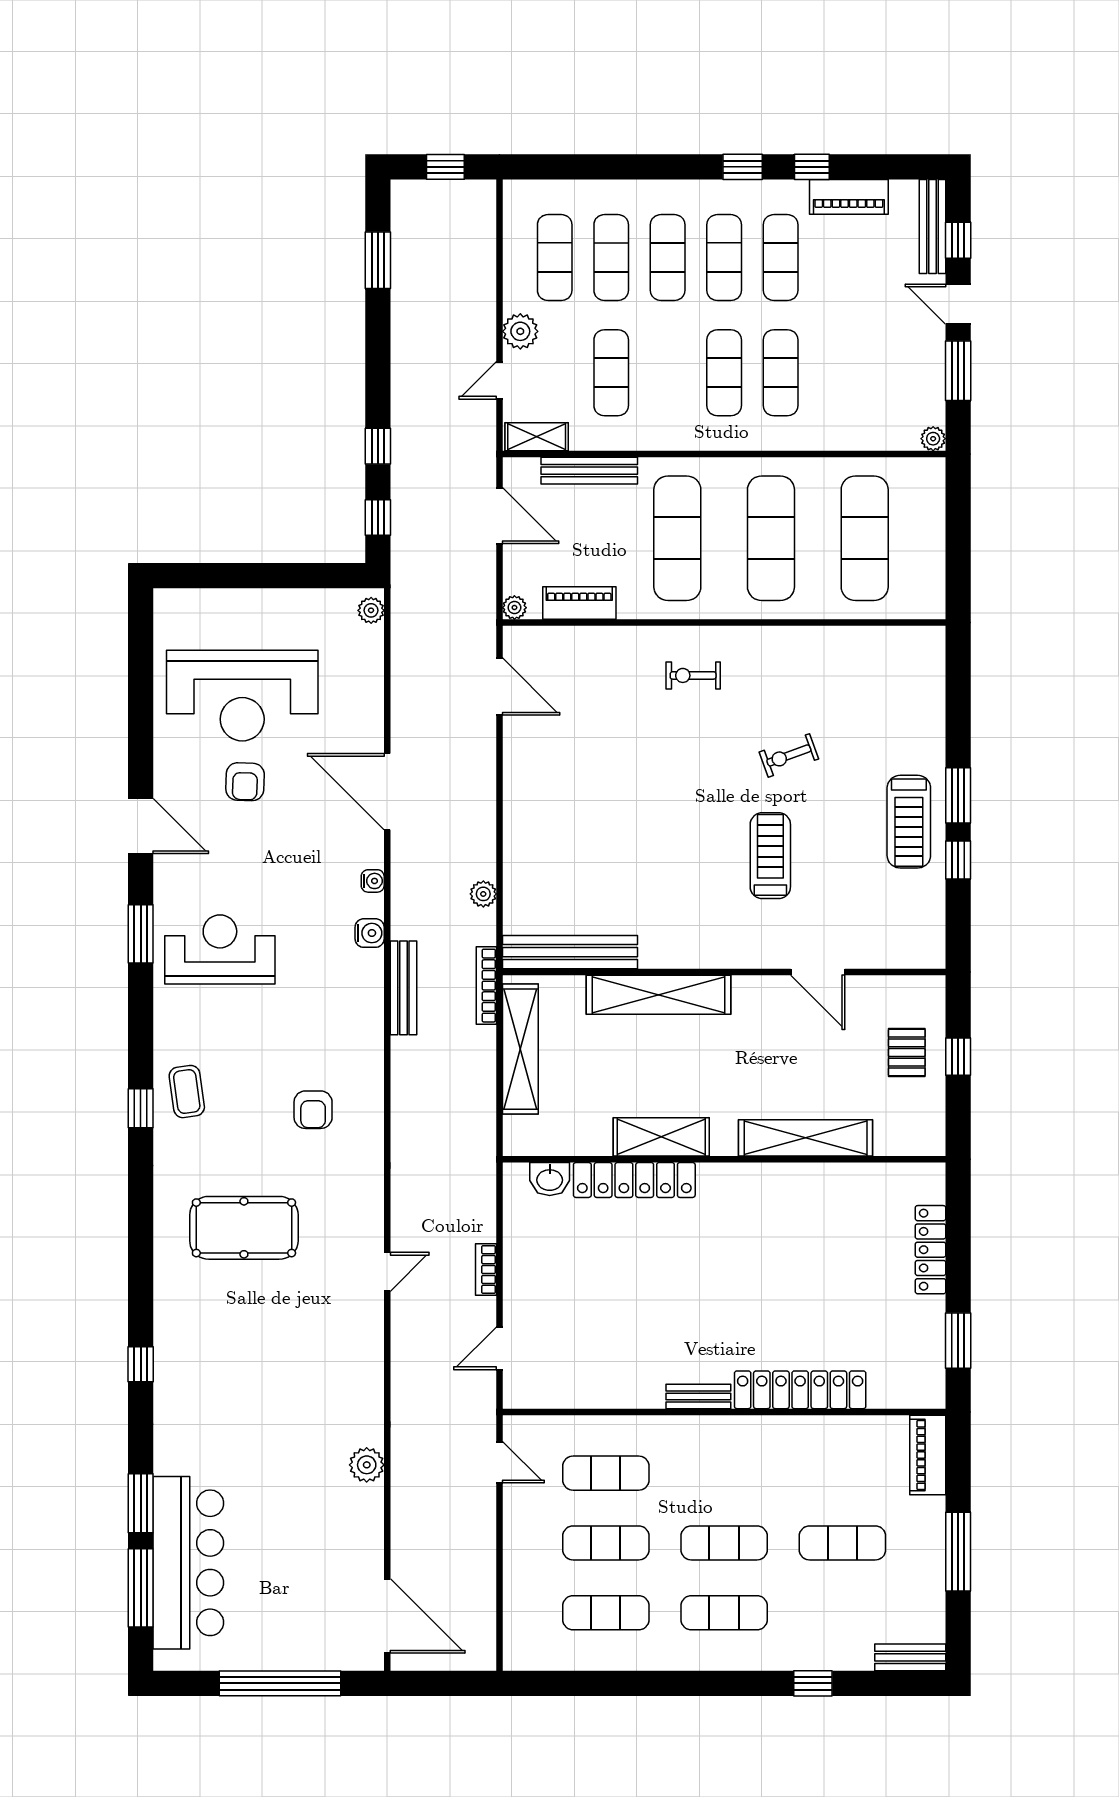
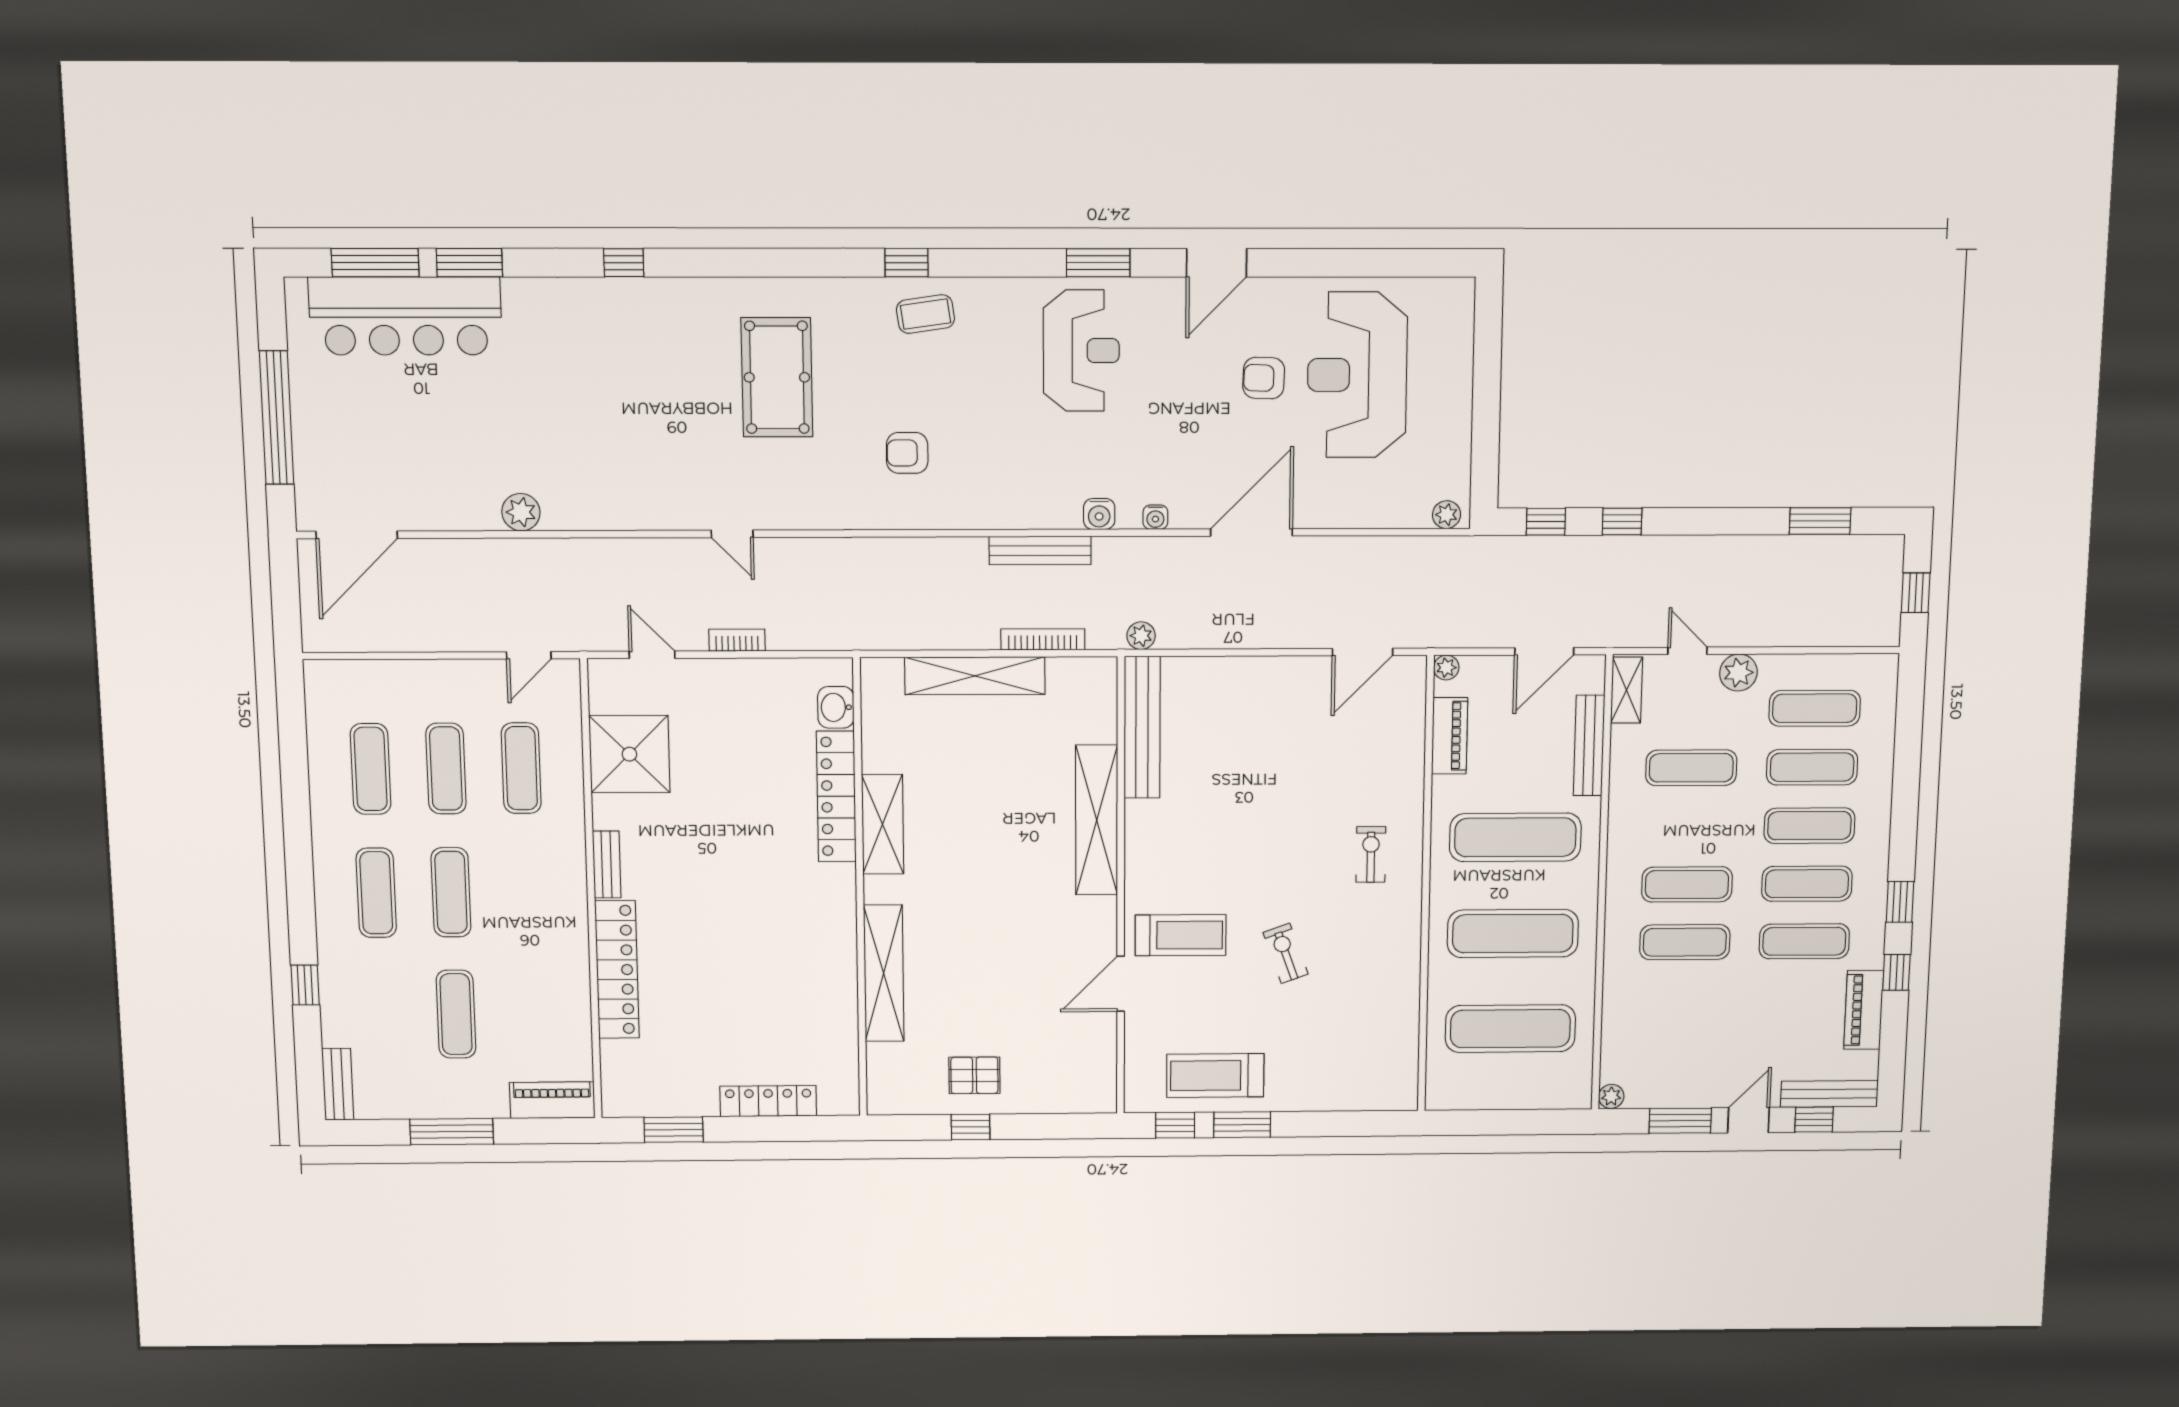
bench: (570, 952) -> (1142, 727), moved
wall: (724, 972) -> (1121, 888), moved
door: (818, 972) -> (1121, 984), moved
shelving: (658, 995) -> (1097, 820), moved
shower: (593, 1372) -> (629, 754), added

